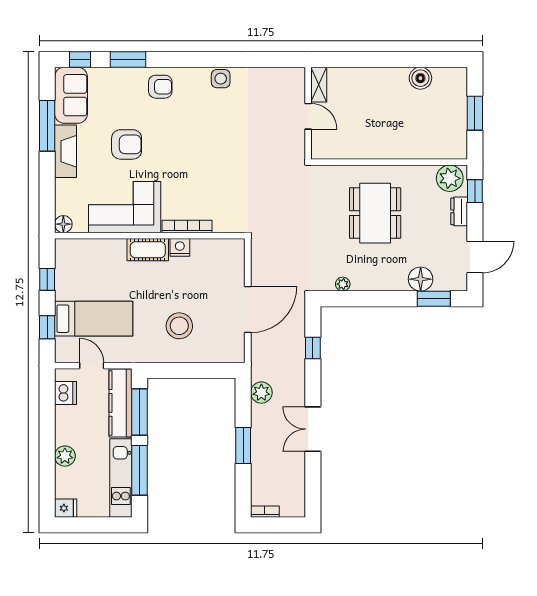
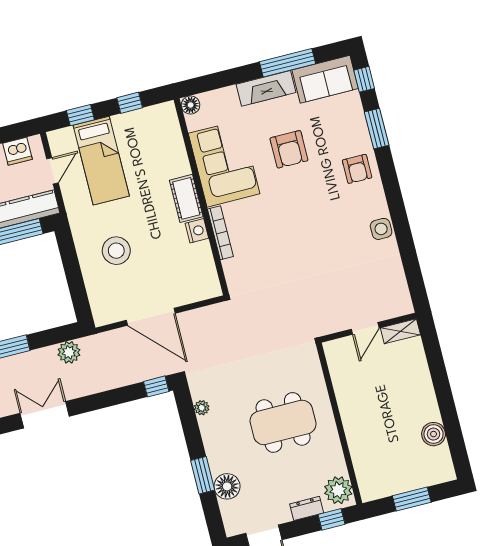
window: (434, 299) -> (203, 475), moved
window: (313, 348) -> (156, 386), moved

